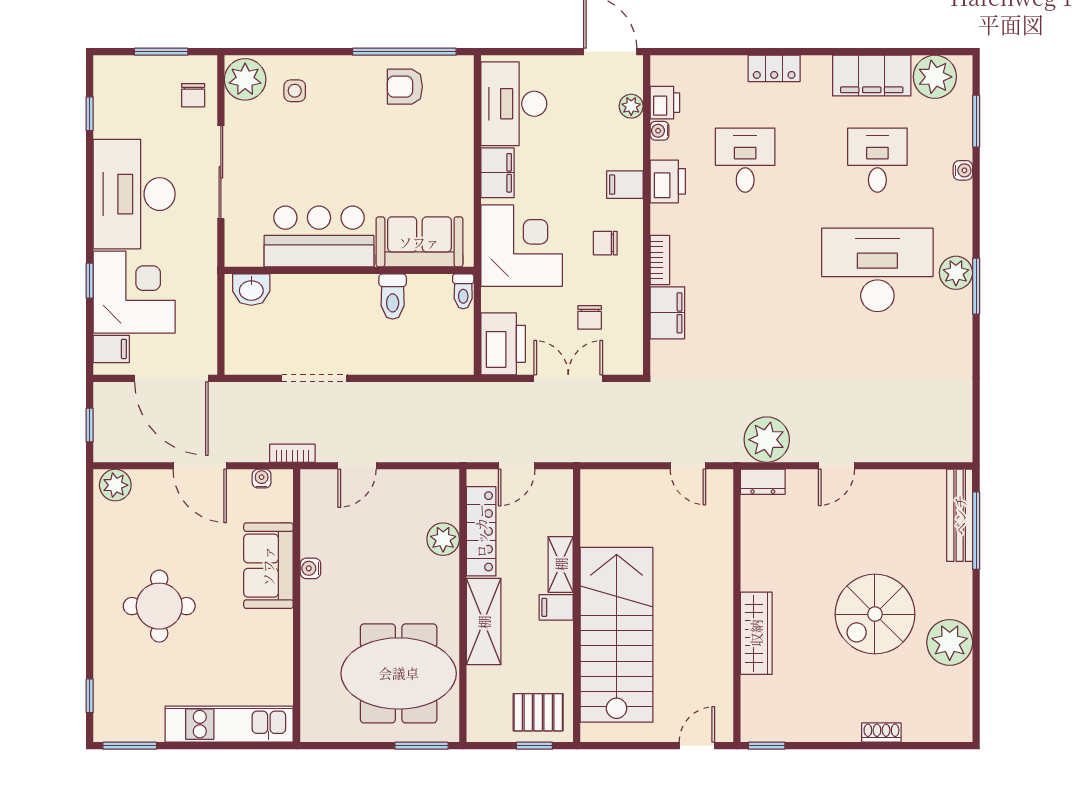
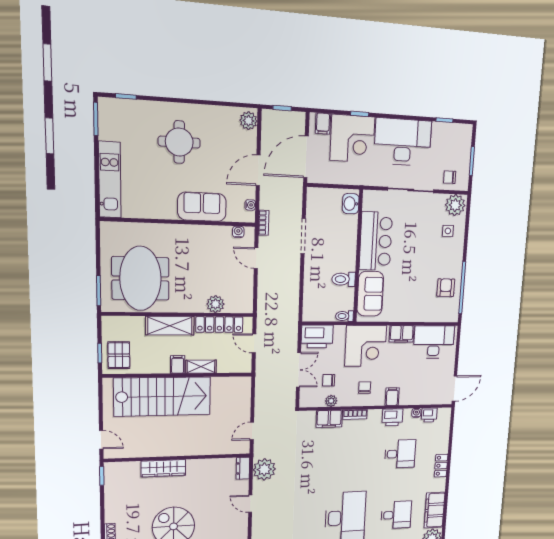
plant: (631, 106) -> (331, 401), moved
water cooler: (310, 568) -> (238, 232), moved

